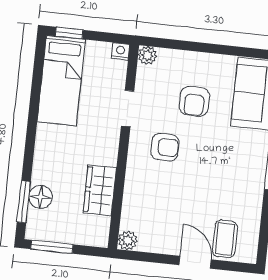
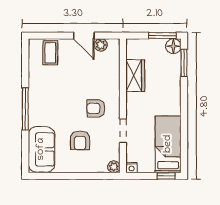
armchair: (194, 101) -> (80, 140), turned 180
floor lamp: (41, 197) -> (173, 46), moved
plant: (128, 240) -> (101, 45), moved
door: (195, 262) -> (84, 36), moved

